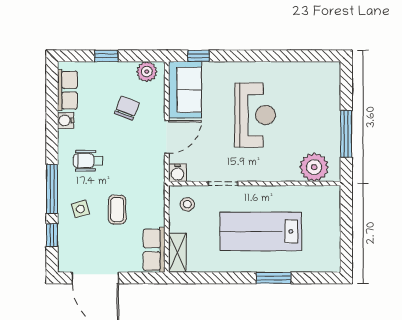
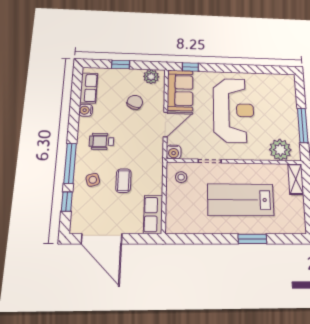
reception desk: (255, 115) -> (234, 110), width x1.36, depth x1.30
shelving: (177, 253) -> (296, 179), moved

